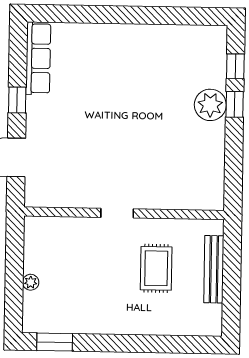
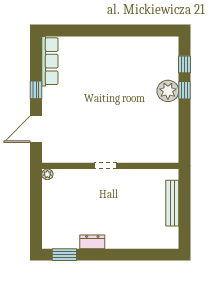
rug: (156, 268) -> (133, 203), removed
plant: (31, 282) -> (47, 174), moved
dresser: (96, 324) -> (92, 242), added

